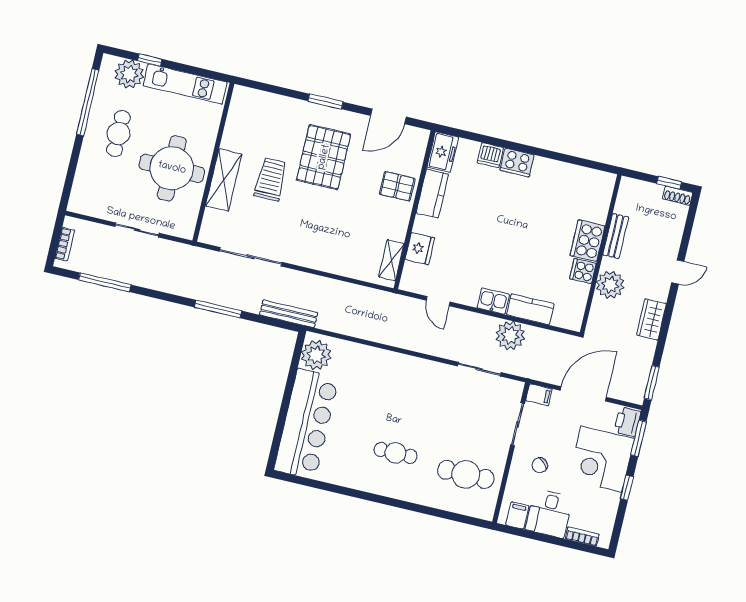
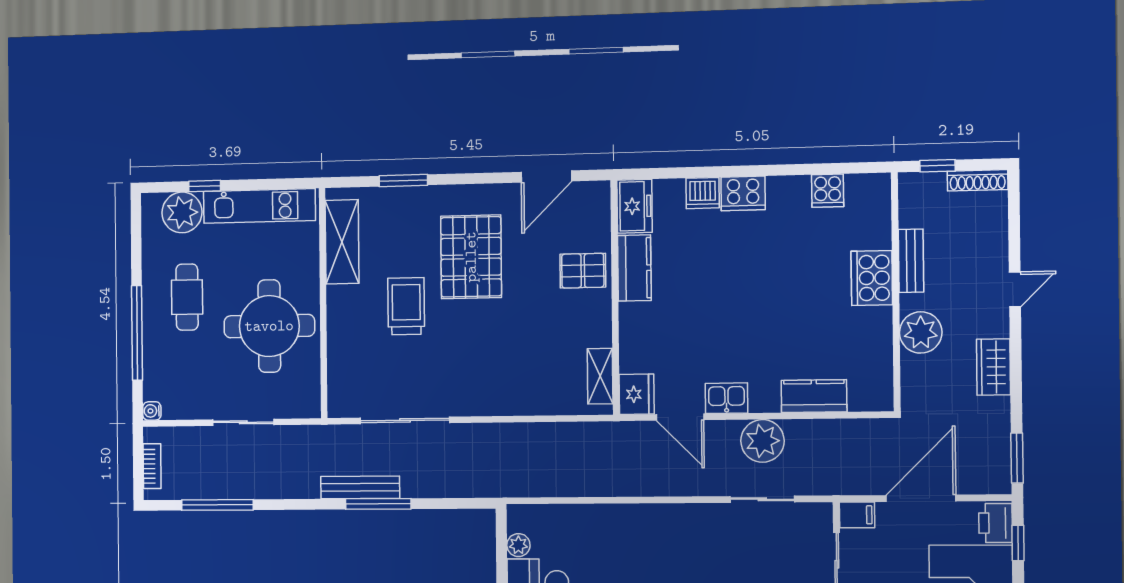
window: (88, 102) -> (137, 333), moved
window: (325, 102) -> (403, 180), moved
shelving: (224, 180) -> (342, 242), moved
window: (669, 183) -> (938, 166), moved
shoe rack: (678, 196) -> (978, 180), width x1.43
water cooler: (74, 206) -> (152, 411), added
fridge: (420, 249) -> (637, 394), moved
cooker: (583, 271) -> (828, 191), moved, turned -90
door: (438, 301) -> (680, 417), width x1.38
kitchen sink: (493, 301) -> (726, 398), moved
bench: (289, 314) -> (360, 487), moved
plant: (510, 336) -> (762, 441), moved
plant: (316, 355) -> (518, 545), width x0.53, depth x0.53
window: (639, 438) -> (1018, 543), width x0.67

